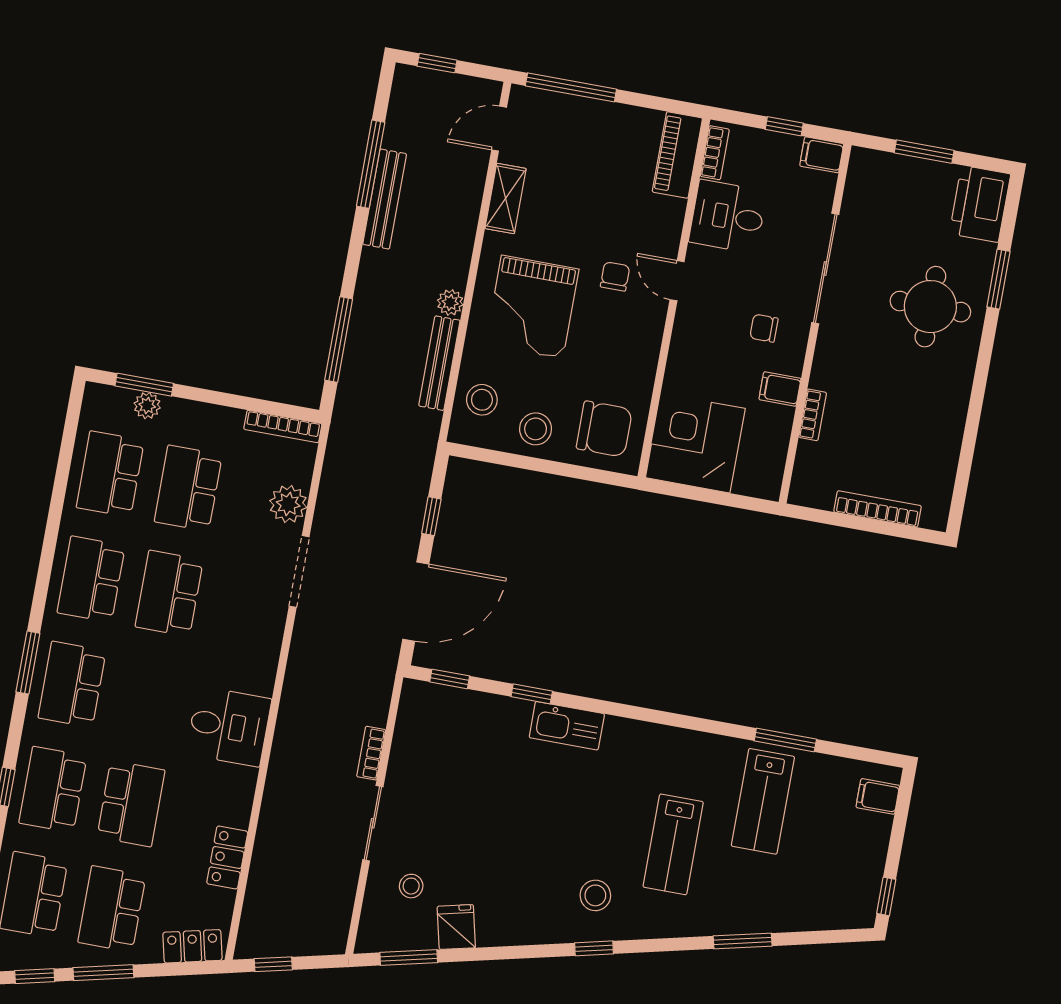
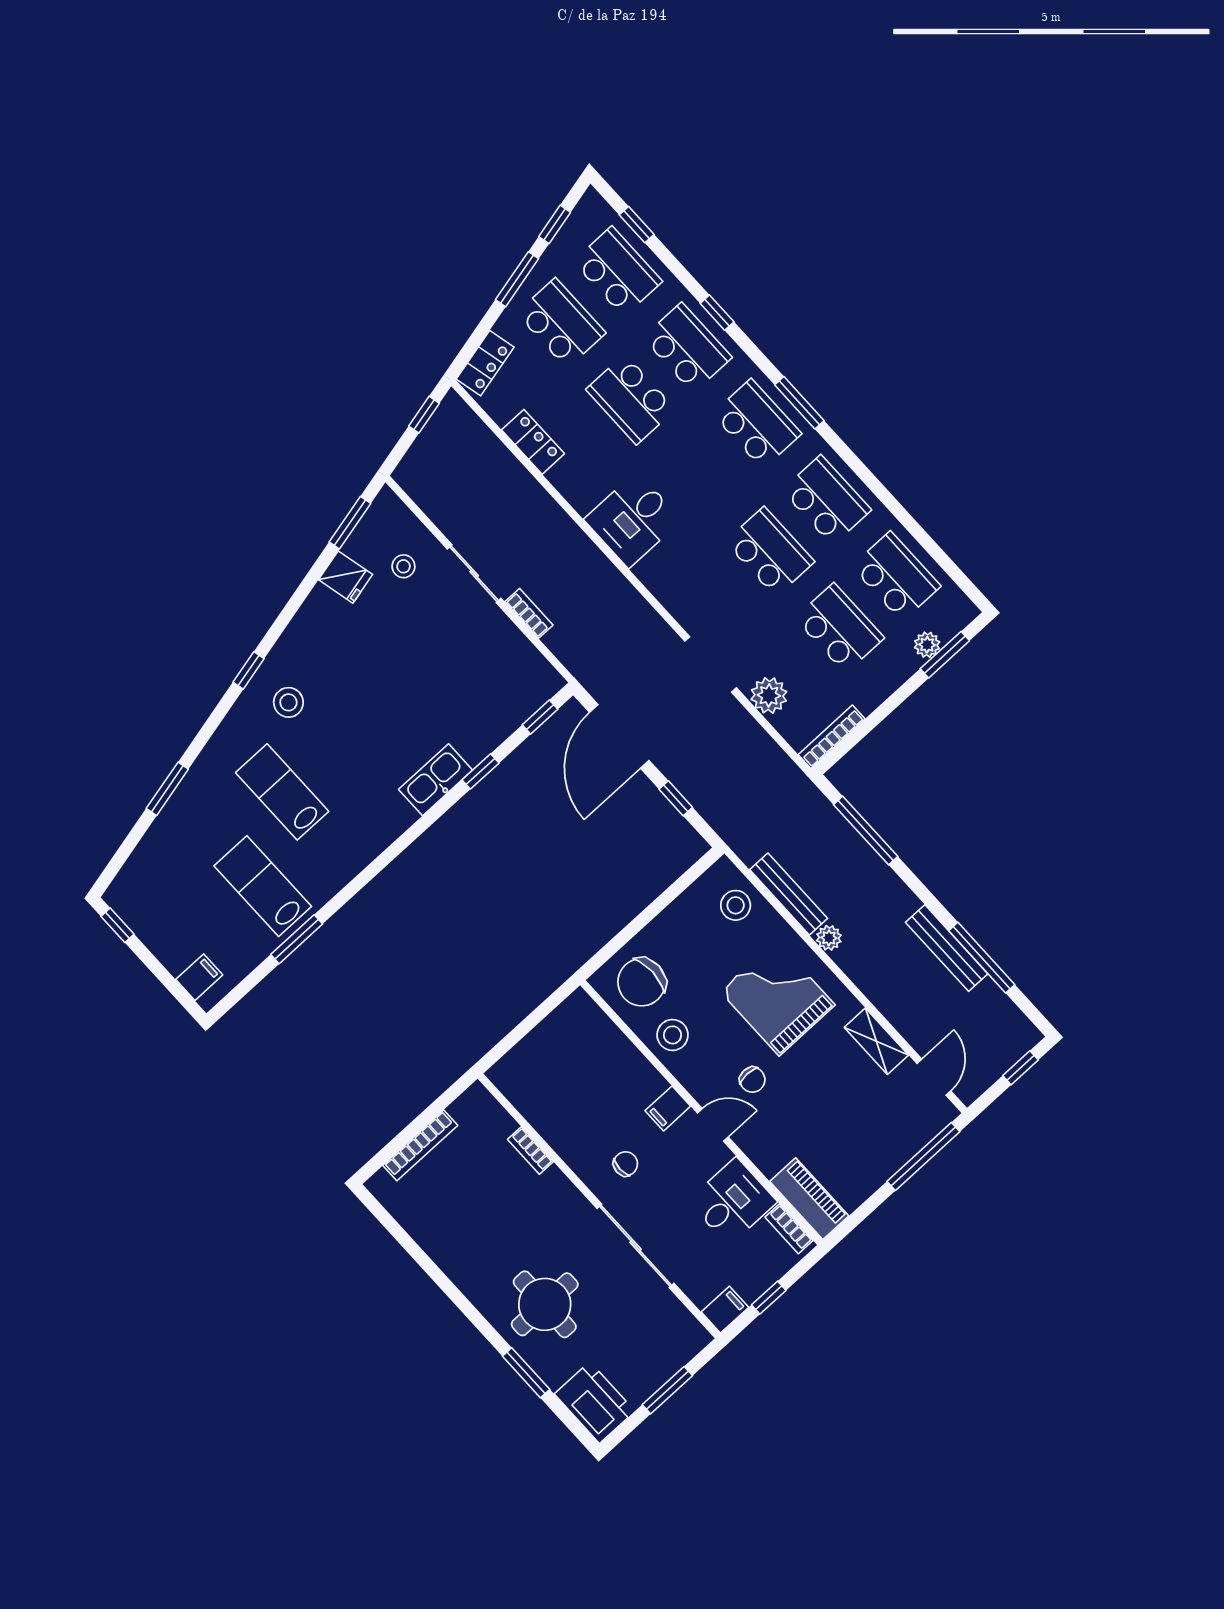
filing cabinet: (780, 389) -> (668, 1108), moved, turned 180
stool: (536, 429) -> (673, 1035), moved
corner desk: (695, 443) -> (577, 1044), removed

